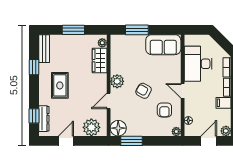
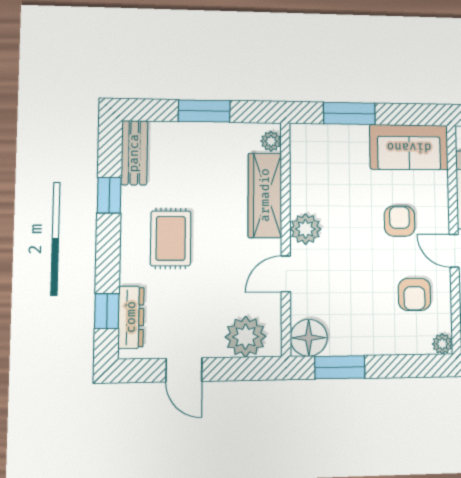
wardrobe: (100, 61) -> (265, 195), width x1.50
armchair: (144, 91) -> (400, 221), moved, turned 61
door: (66, 141) -> (184, 370), swing flipped

